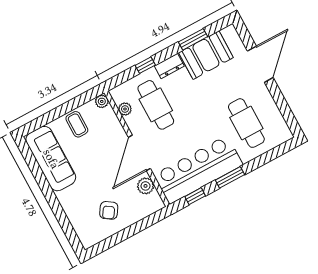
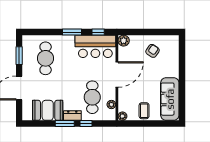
window: (193, 39) -> (65, 124), moved
window: (284, 108) -> (19, 56), added
bar counter: (198, 170) -> (95, 46), width x0.73
plant: (146, 186) -> (124, 41), moved

